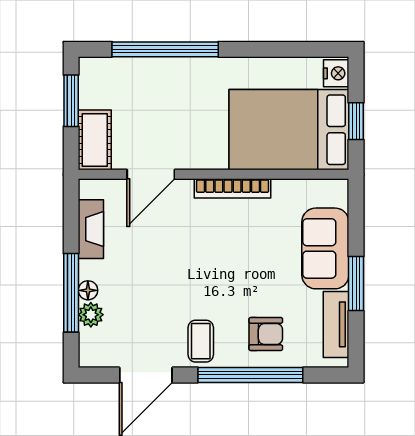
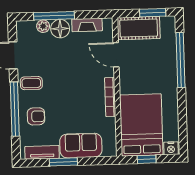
cot: (95, 140) -> (139, 28), width x1.37, depth x1.34
floor lamp: (88, 290) -> (60, 29), width x1.89, depth x1.89
armchair: (266, 334) -> (36, 116), turned -90

